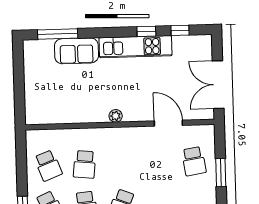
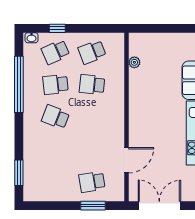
plant: (116, 116) -> (134, 62), moved
window: (221, 173) -> (93, 206), moved

